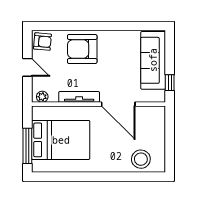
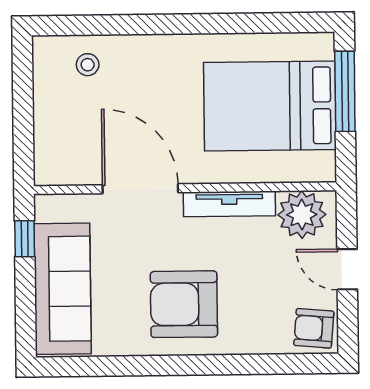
armchair: (82, 49) -> (184, 304), moved, turned 180
plant: (42, 97) -> (302, 215), width x1.87, depth x1.87
stool: (141, 159) -> (88, 65), width x0.53, depth x0.53

